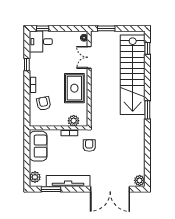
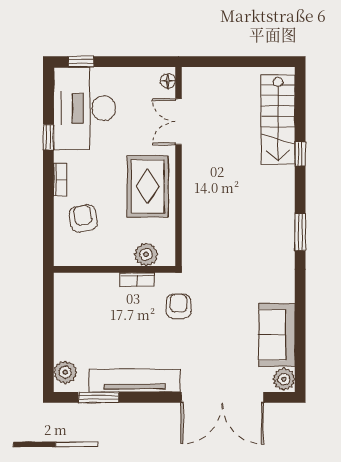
window: (106, 28) -> (214, 62), removed
desk: (41, 42) -> (85, 108), width x1.87, depth x1.30
window: (147, 48) -> (300, 154), moved
stairs: (133, 75) -> (278, 120), width x0.54, depth x0.66
sofa: (38, 146) -> (277, 335), moved, turned 180

